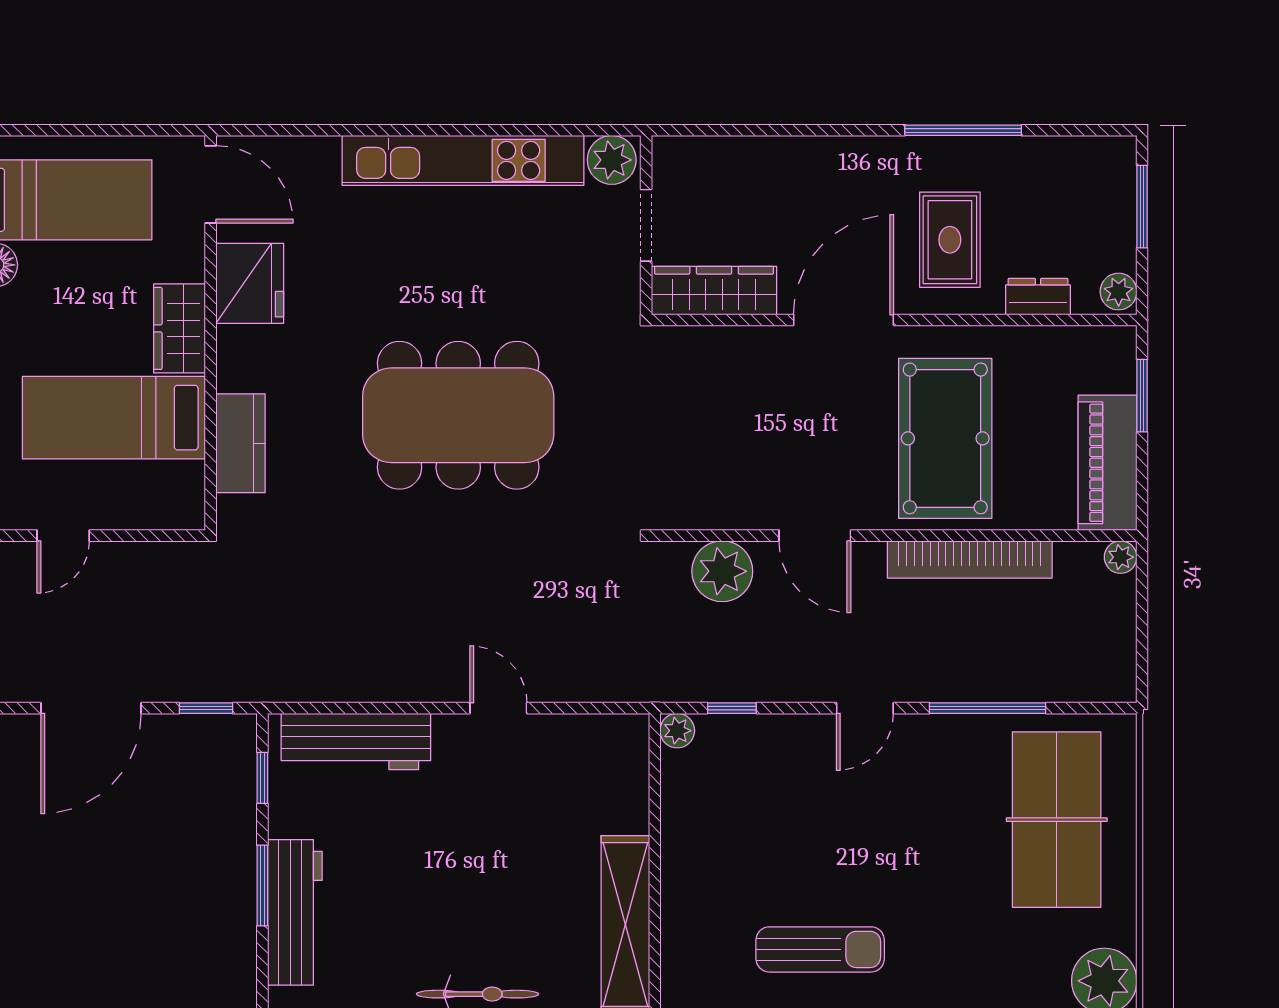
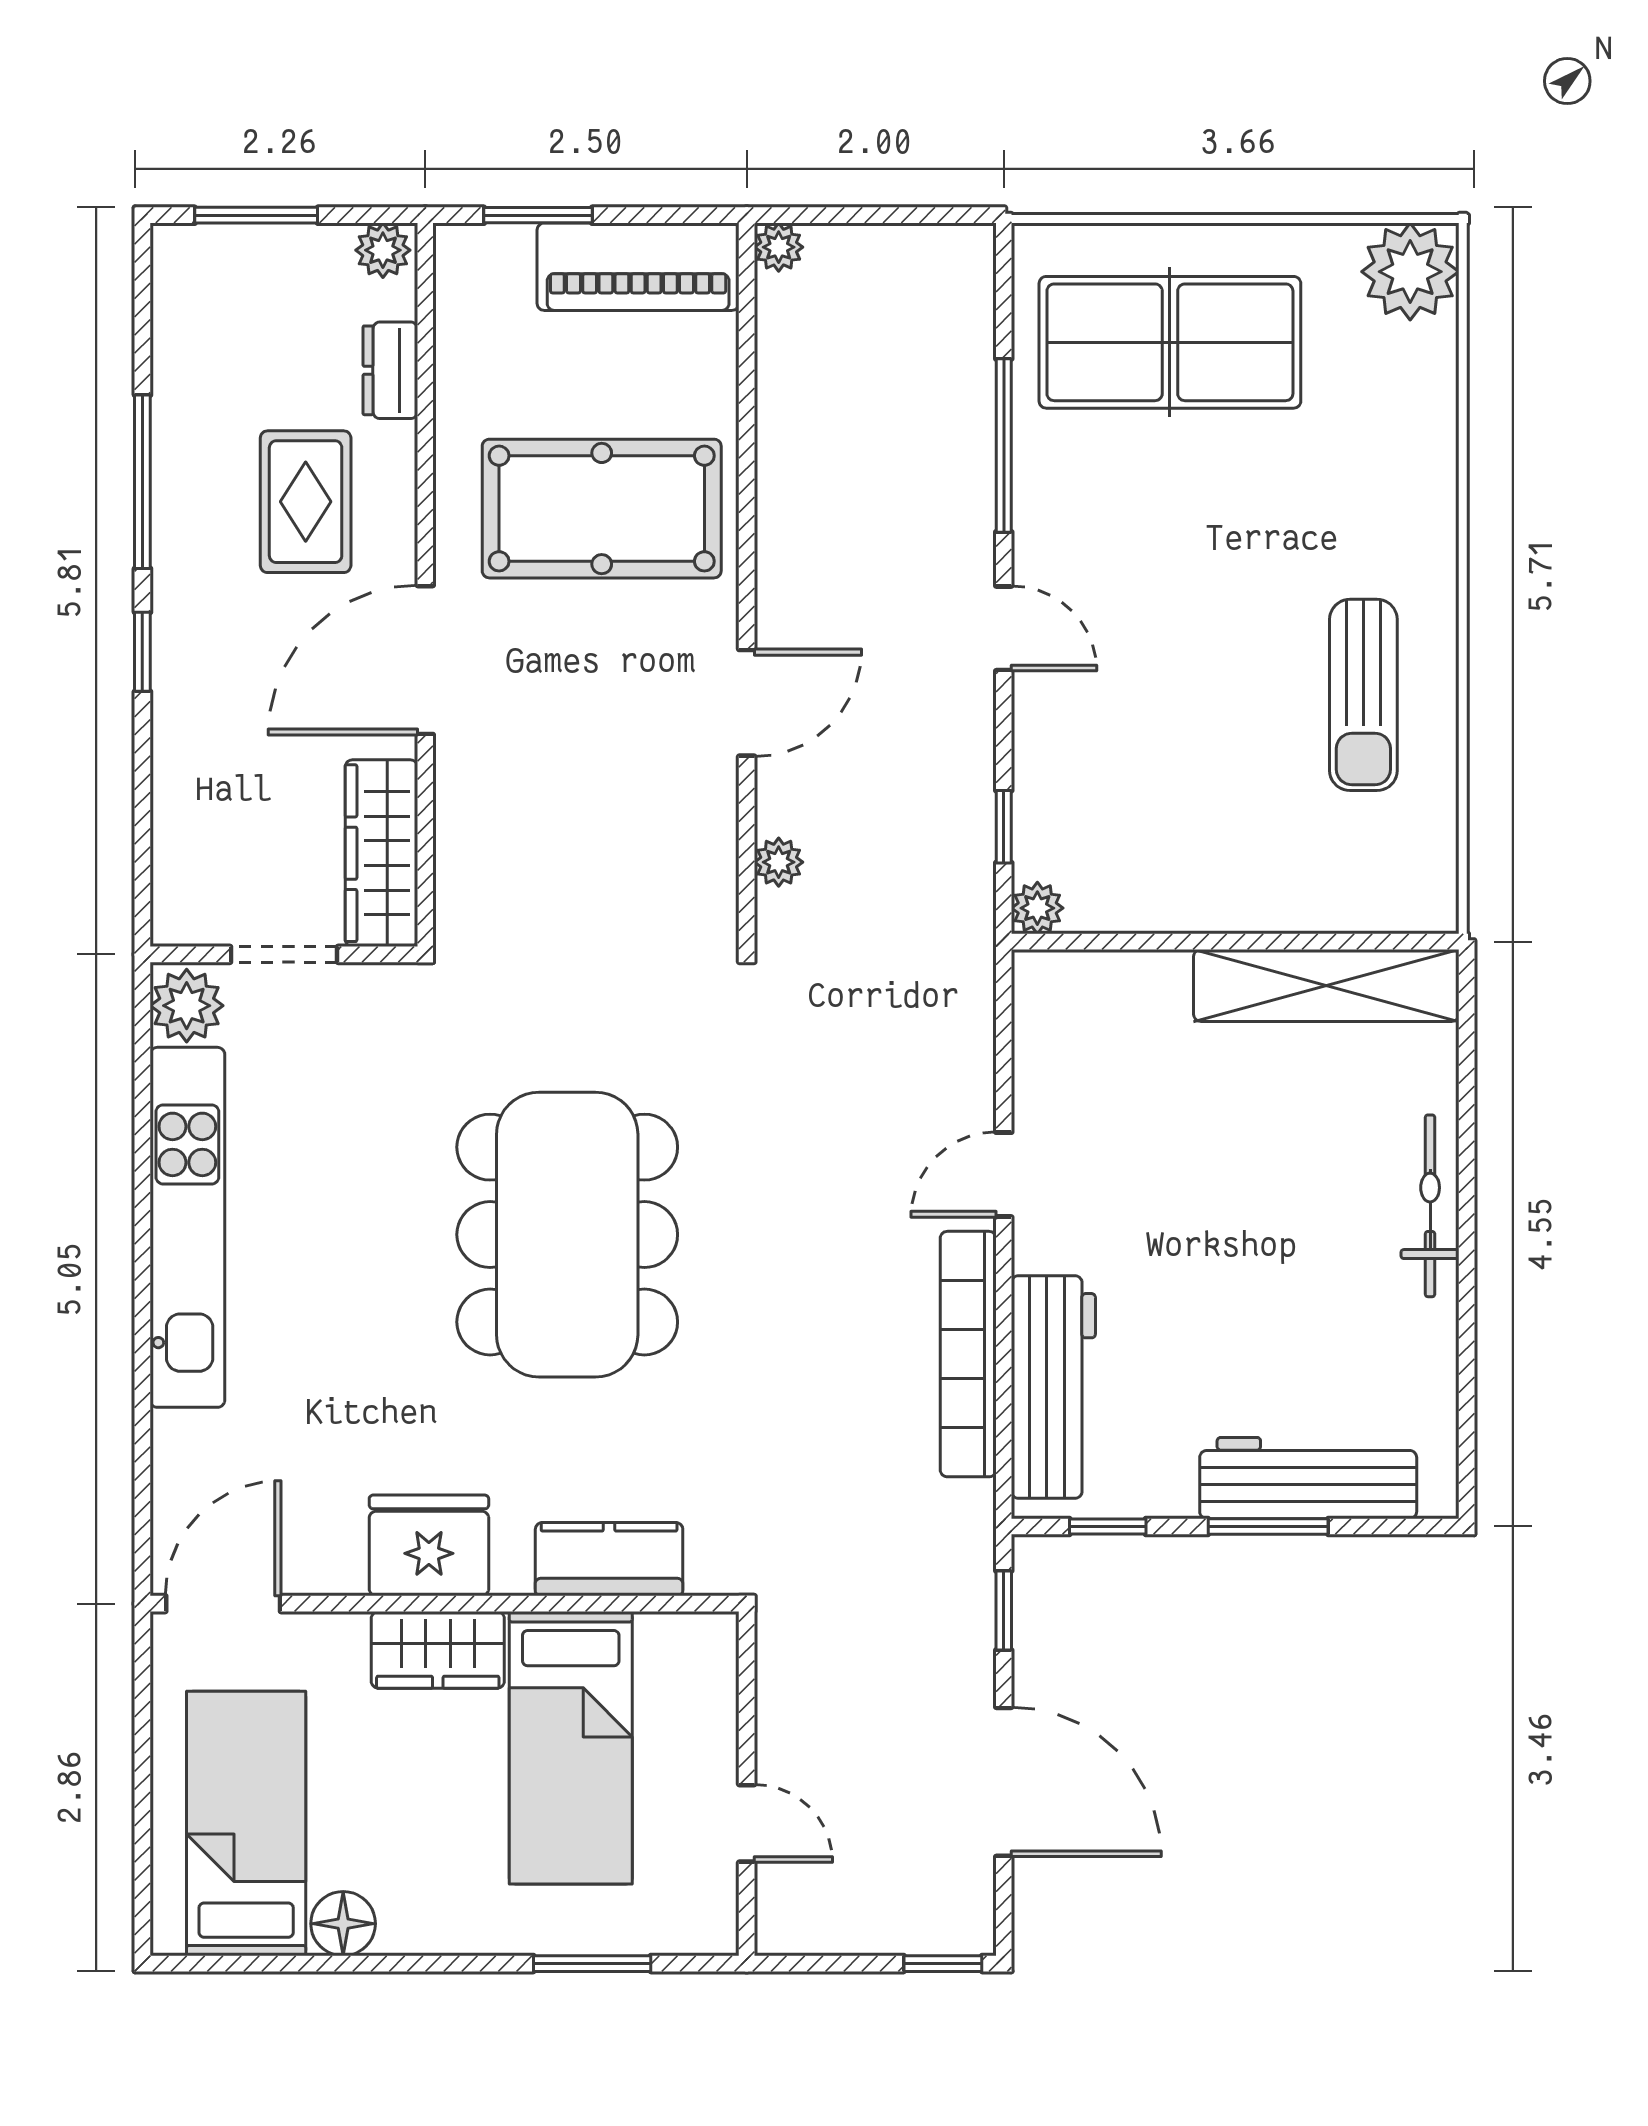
window: (849, 130) -> (142, 652), added
rug: (950, 240) -> (306, 502), turned 90
fridge: (250, 283) -> (429, 1545), moved
door: (844, 320) -> (425, 660), hinge flipped
bookcase: (970, 560) -> (968, 1354), moved, turned 180
plant: (722, 571) -> (779, 862), width x0.53, depth x0.53
sun lounger: (820, 949) -> (1363, 695), turned 180

